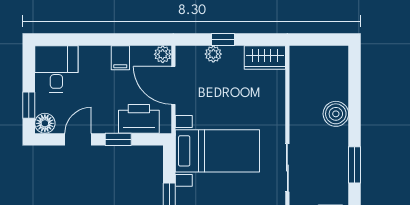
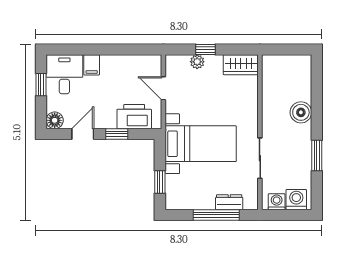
plant: (163, 54) -> (154, 62), removed
filing cabinet: (120, 58) -> (92, 65), moved
door: (173, 85) -> (163, 88), width x0.73
window: (29, 105) -> (41, 85), moved

